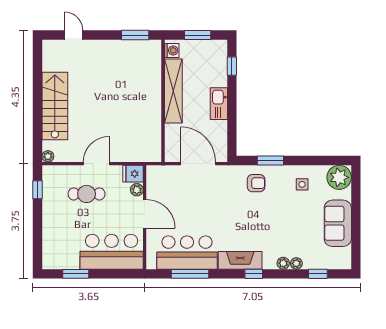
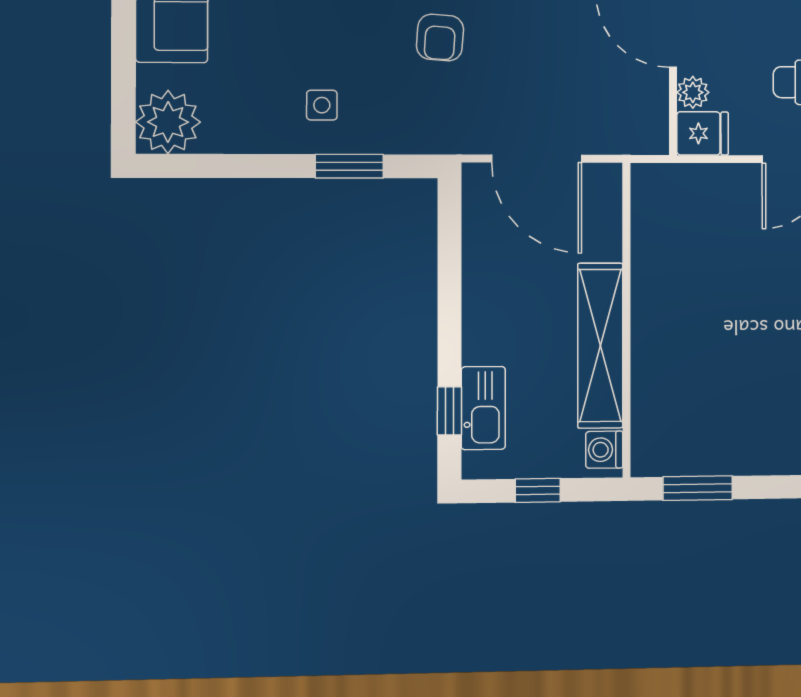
window: (198, 35) -> (538, 490), width x0.67
kitchen sink: (219, 104) -> (483, 408), moved
armchair: (256, 183) -> (440, 38), moved, turned -86
side table: (302, 184) -> (322, 105), moved

